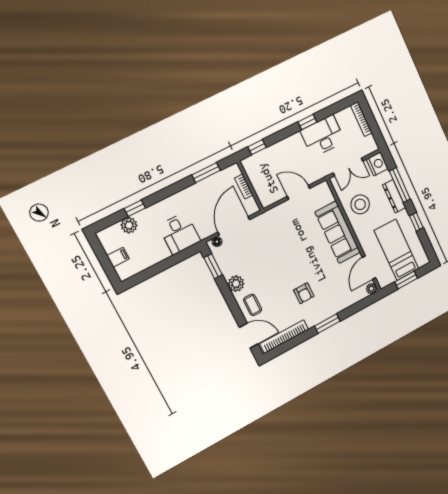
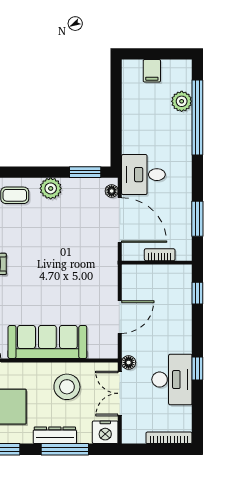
floor lamp: (325, 171) -> (129, 363), added
window: (135, 208) -> (197, 117), width x3.17
desk: (179, 233) -> (143, 175), moved

